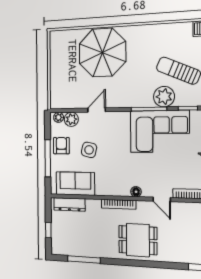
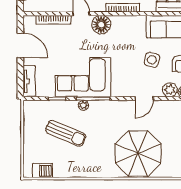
plant: (164, 97) -> (83, 105), width x0.53, depth x0.53
floor lamp: (136, 192) -> (101, 25), width x1.89, depth x1.89

